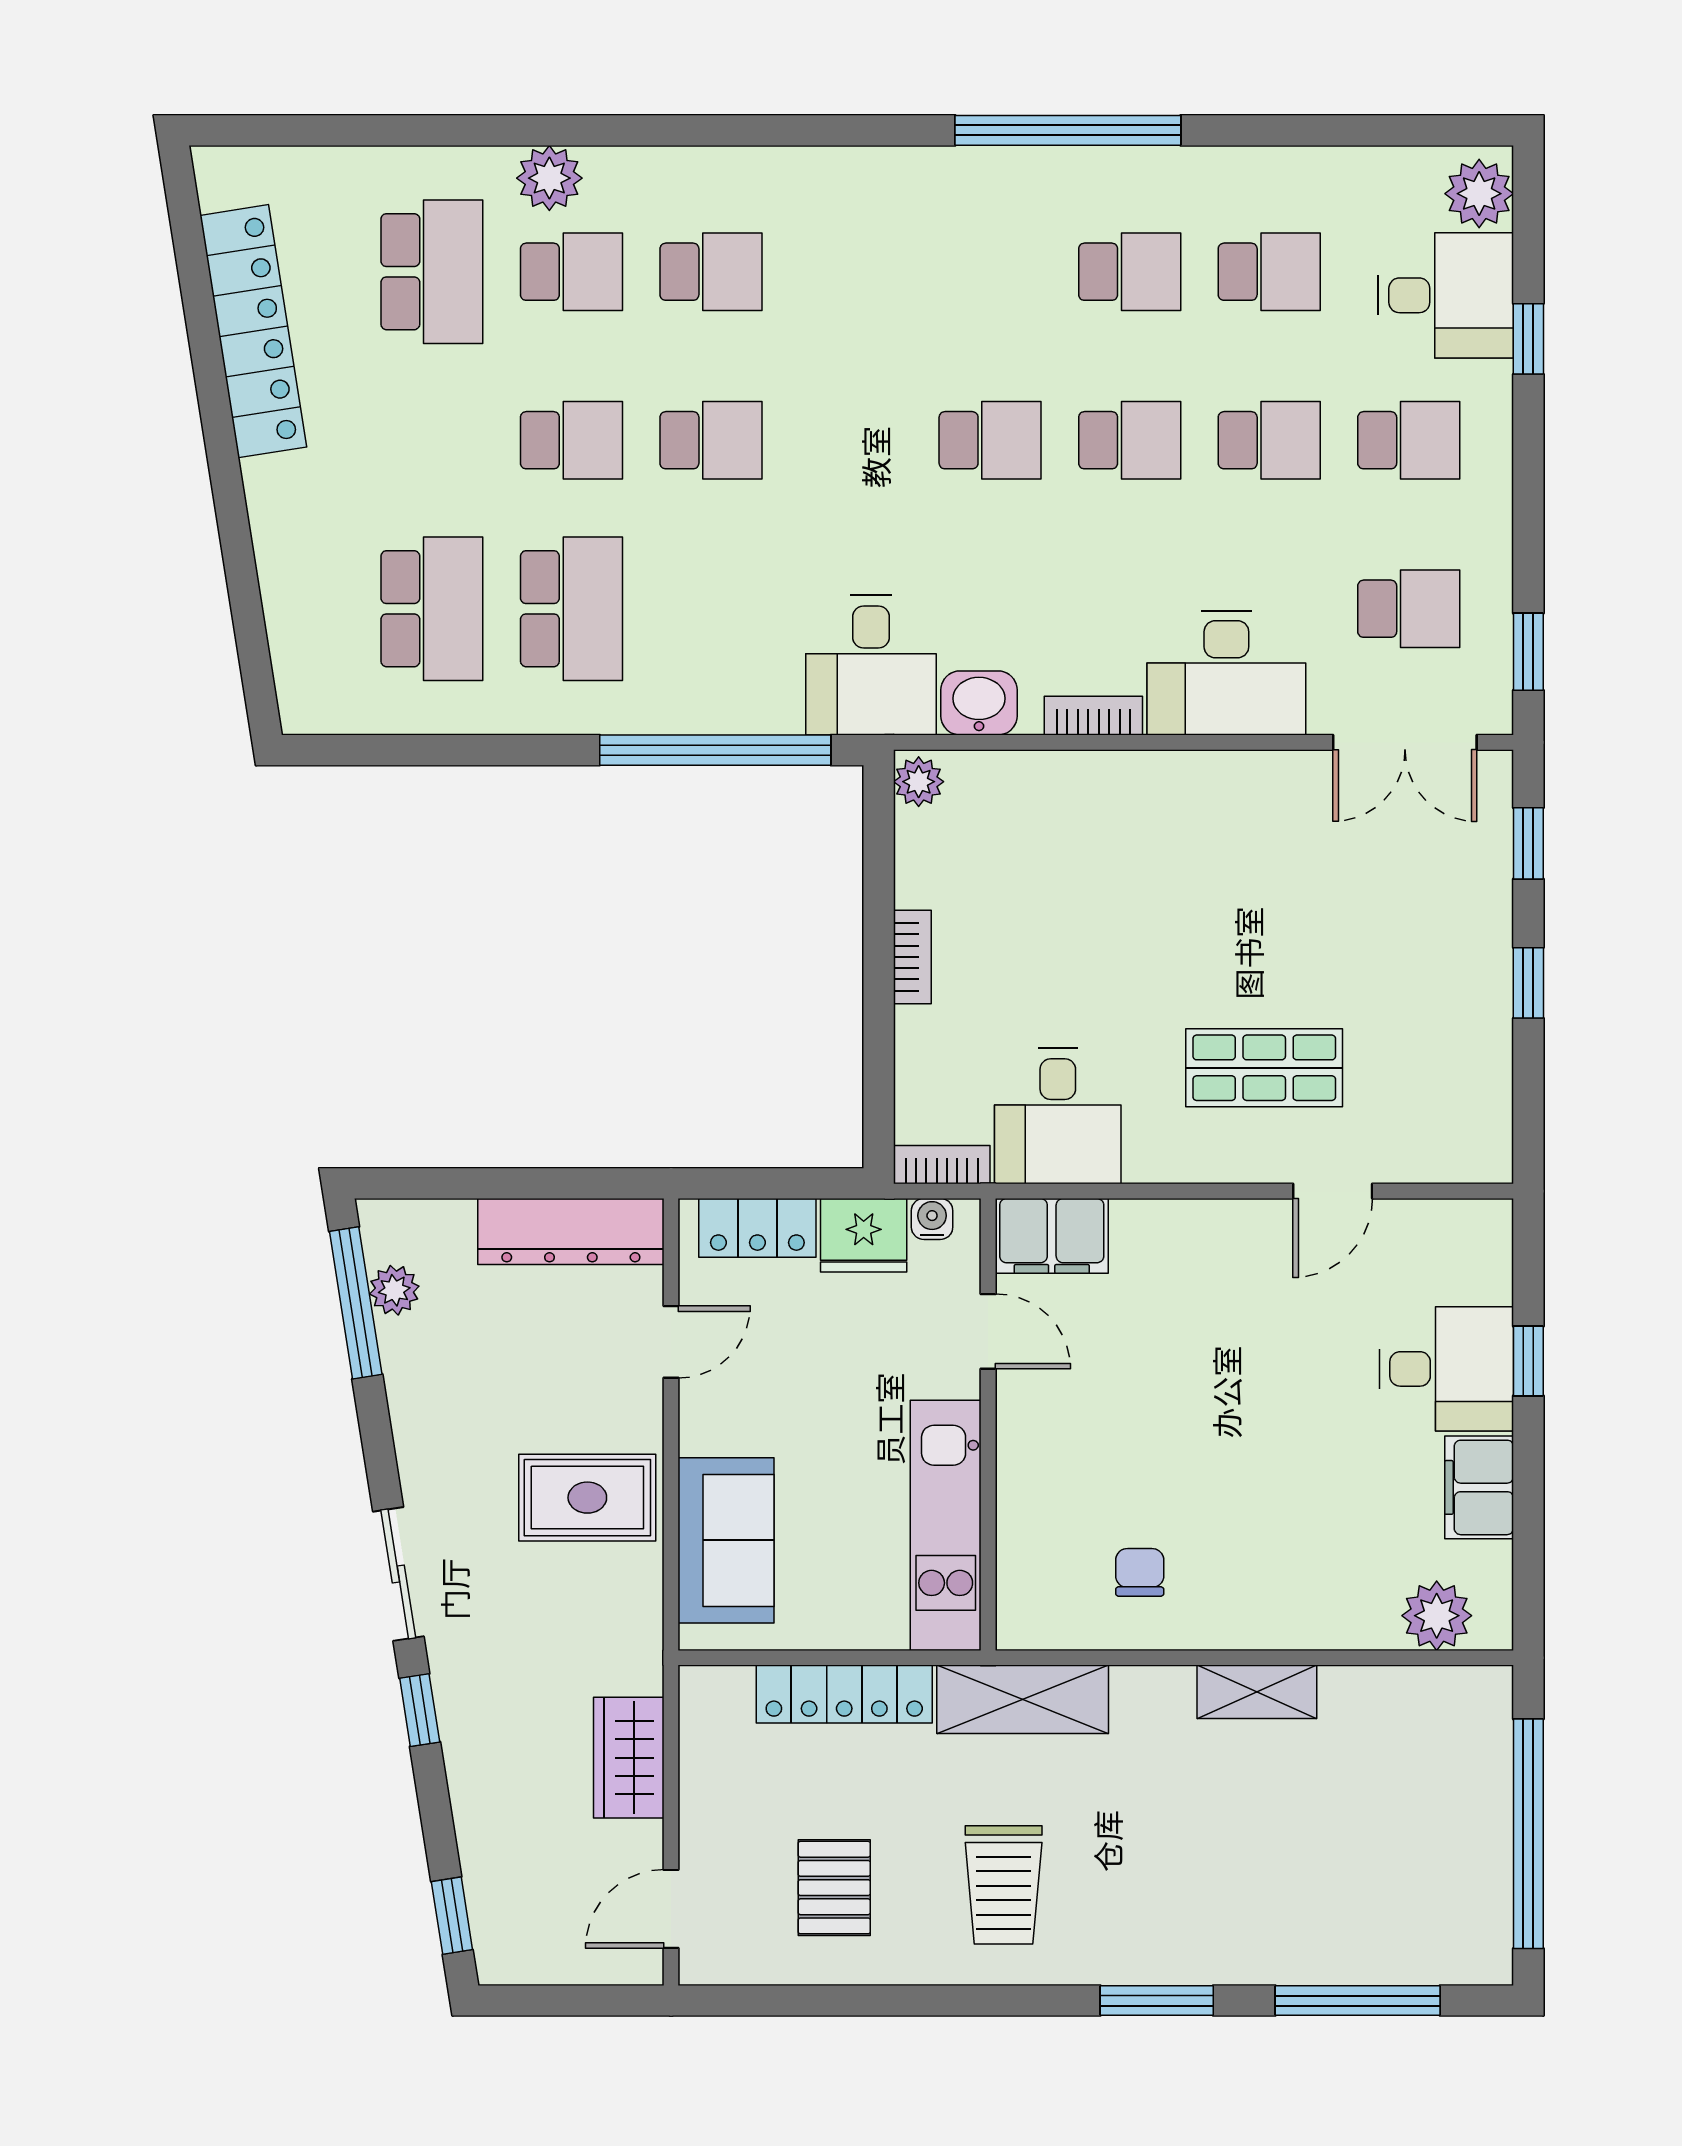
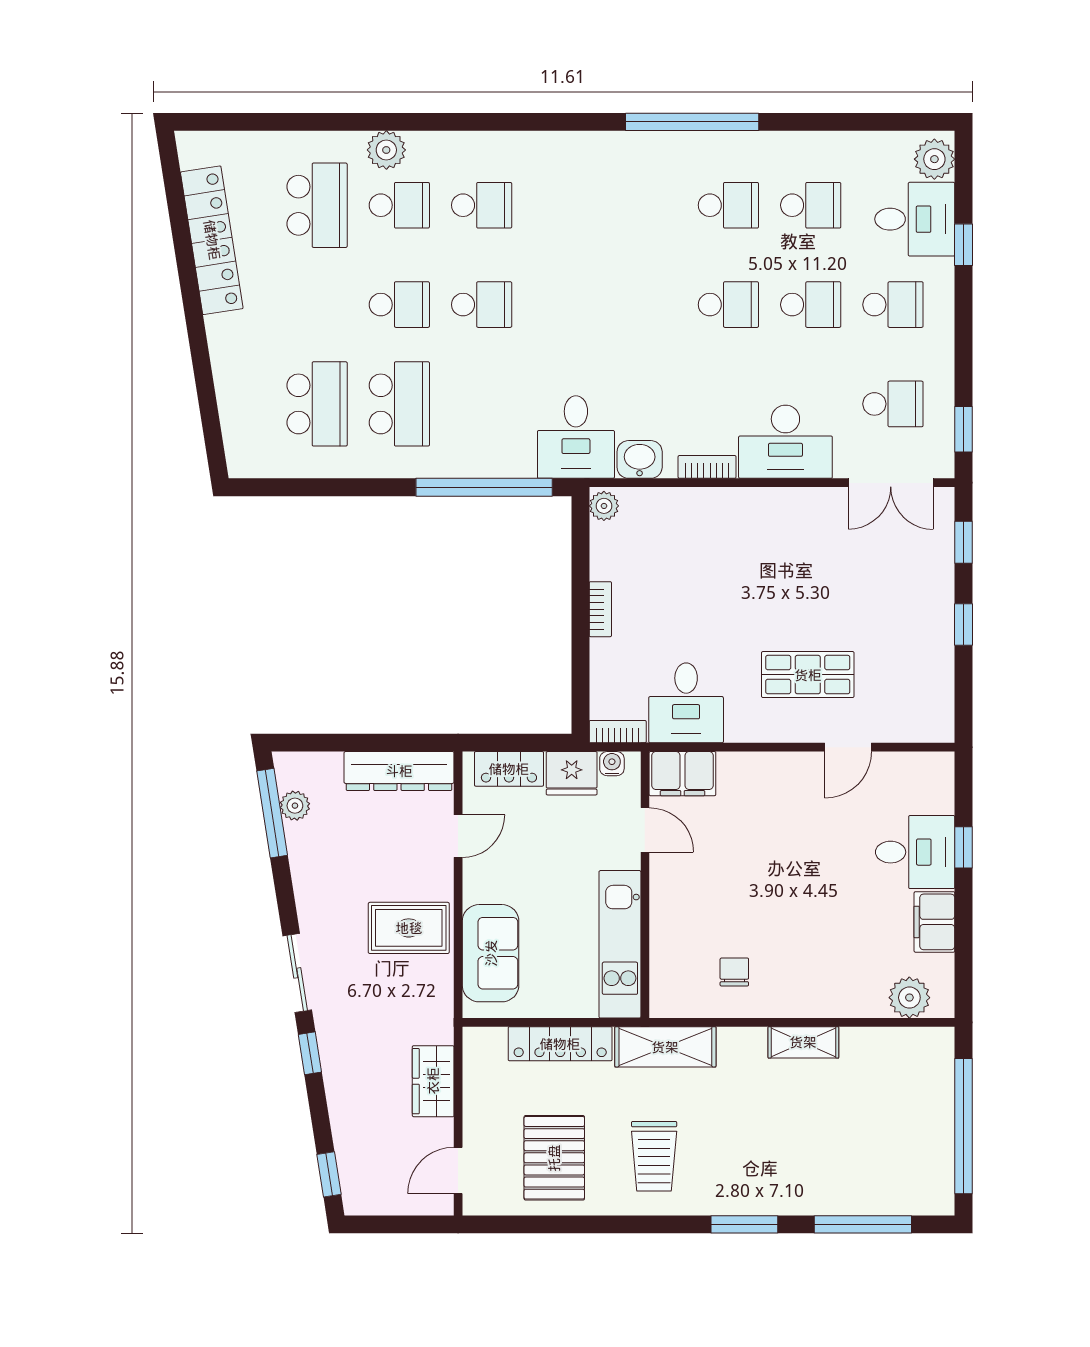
school desk: (990, 440) -> (646, 305), removed
pallet: (834, 1888) -> (554, 1158), width x1.50, depth x1.42

